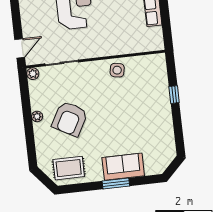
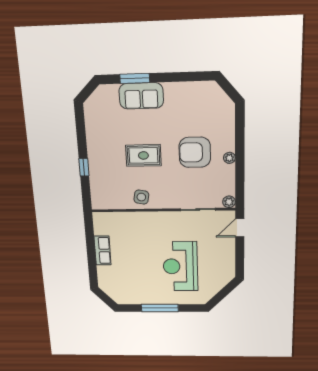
armchair: (70, 119) -> (195, 152), turned -119
rug: (69, 168) -> (143, 155), moved
window: (116, 183) -> (135, 78), moved

